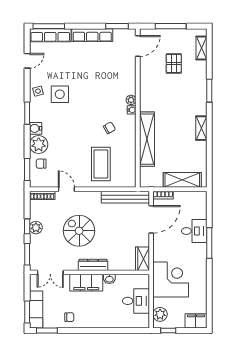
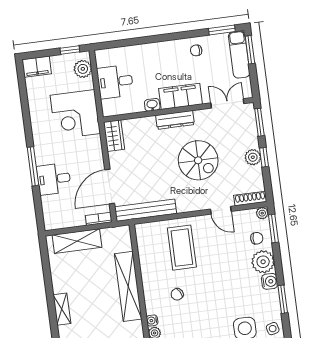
plant: (34, 183) -> (262, 213), added

